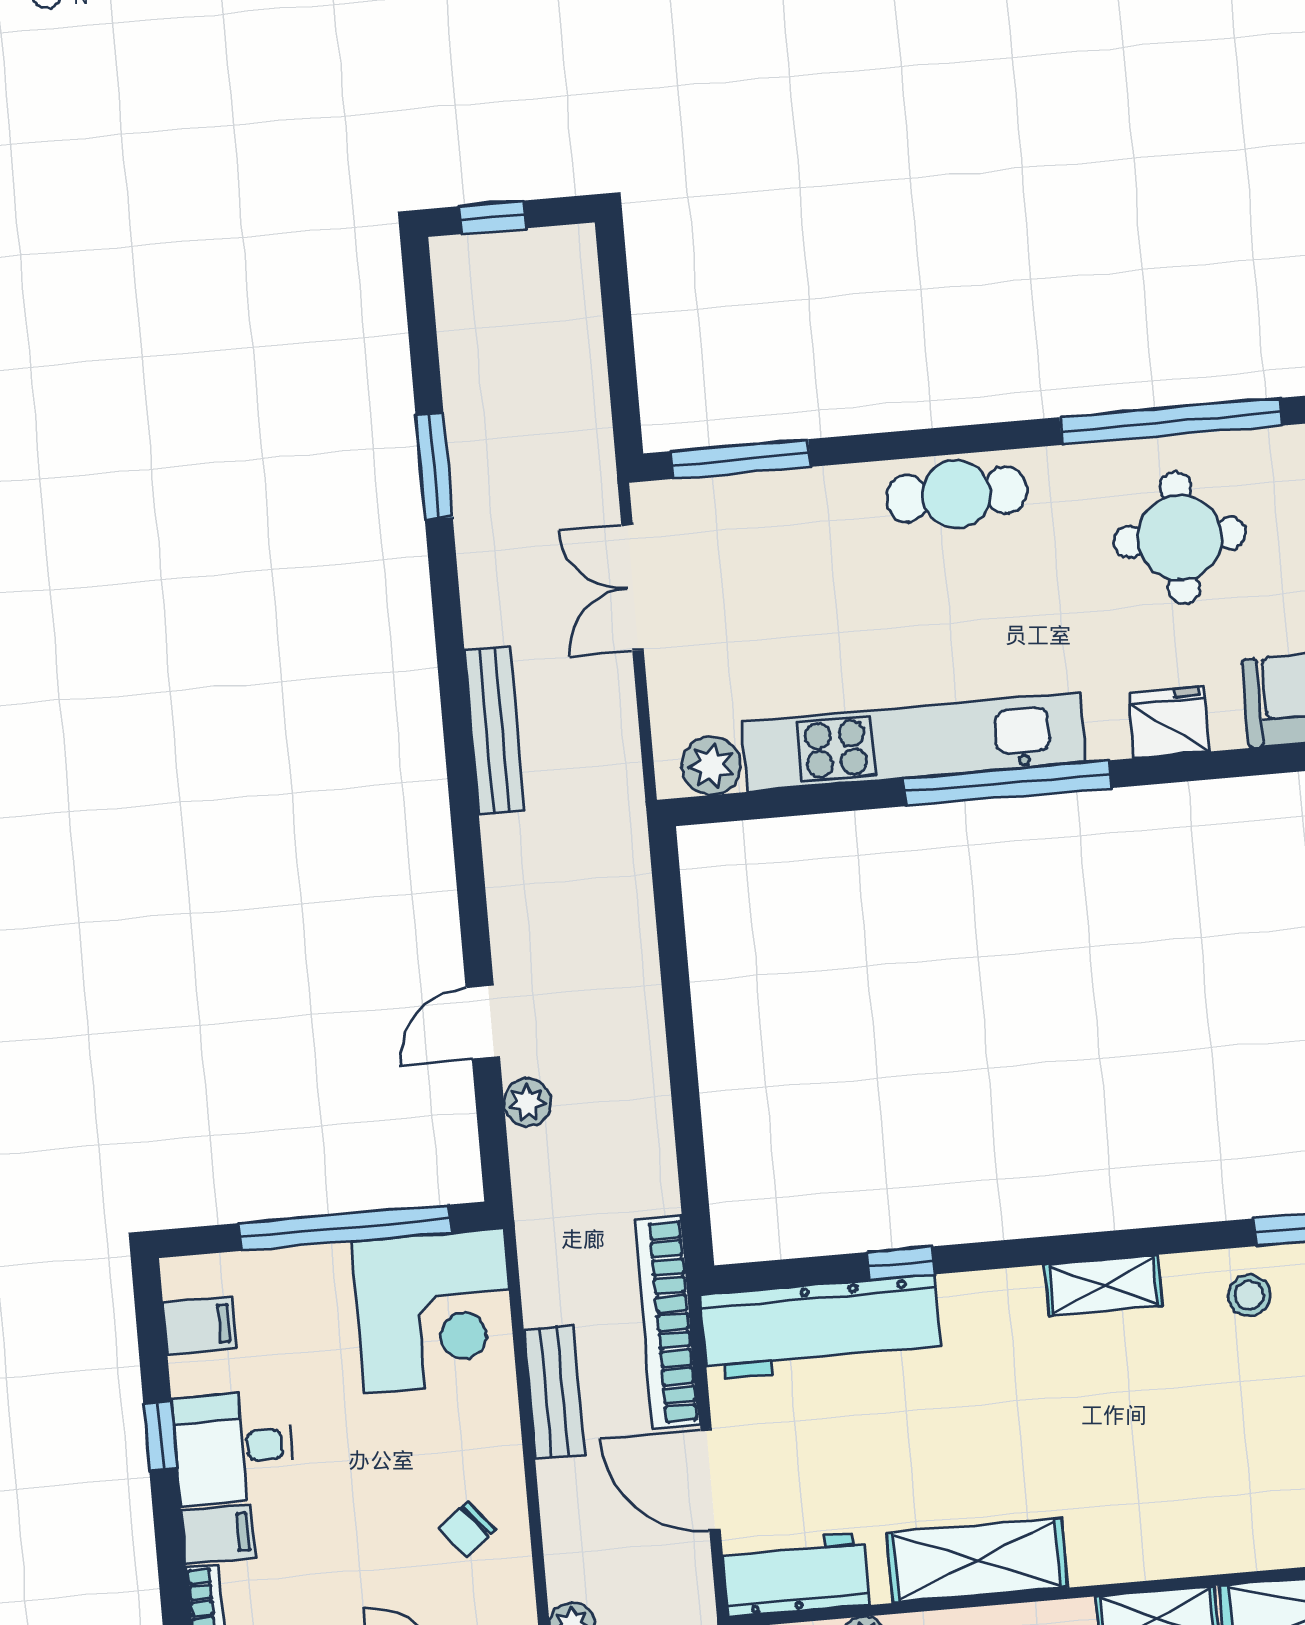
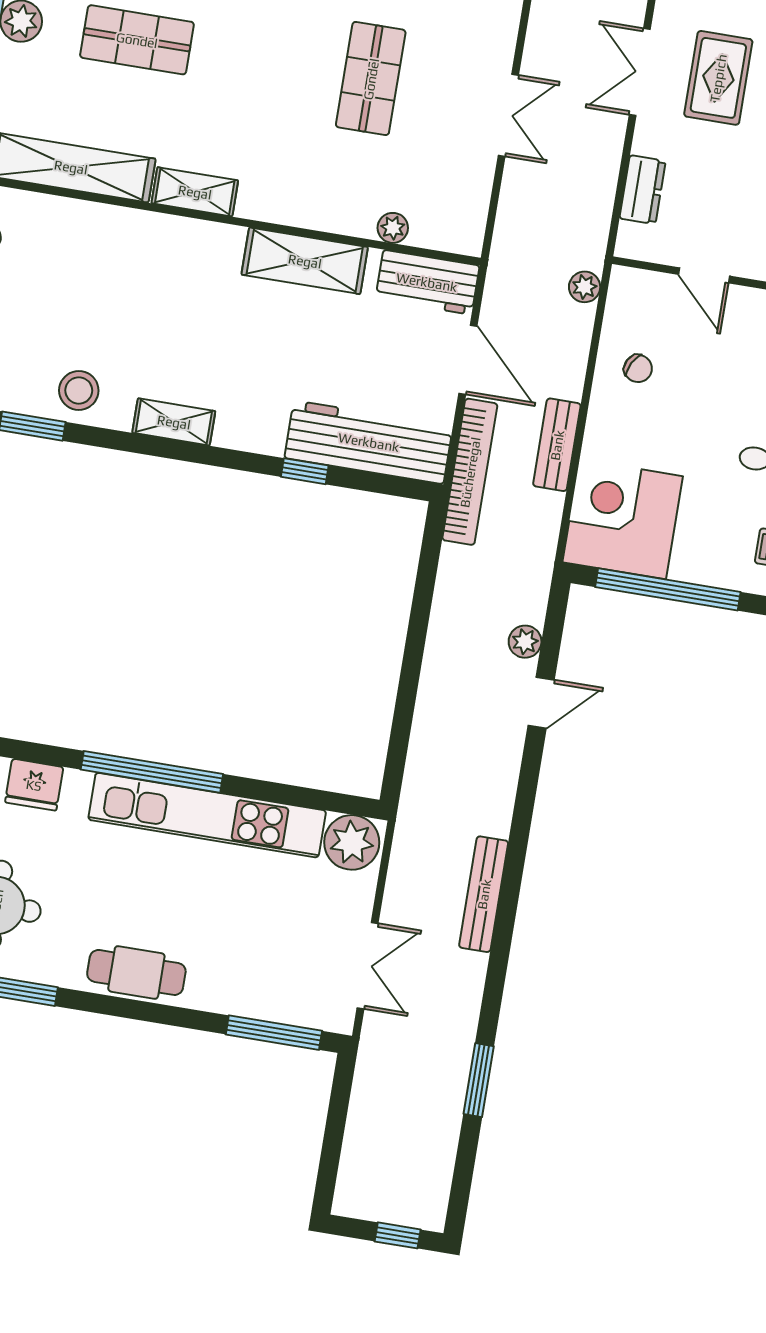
plant: (711, 766) -> (352, 842), width x1.36, depth x1.36
stool: (1249, 1295) -> (79, 390), width x1.37, depth x1.37
chair: (467, 1529) -> (638, 368), turned 66

